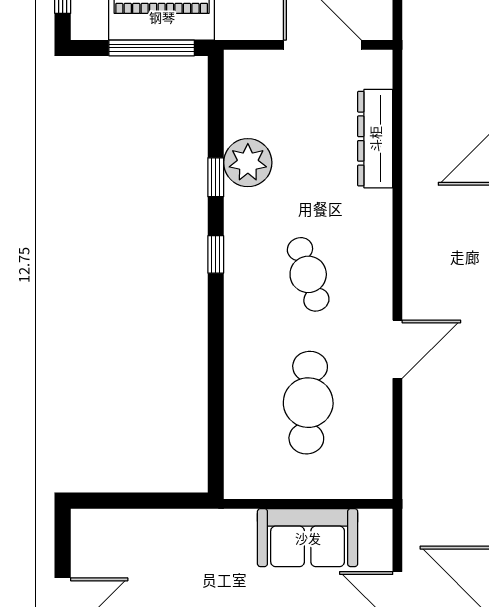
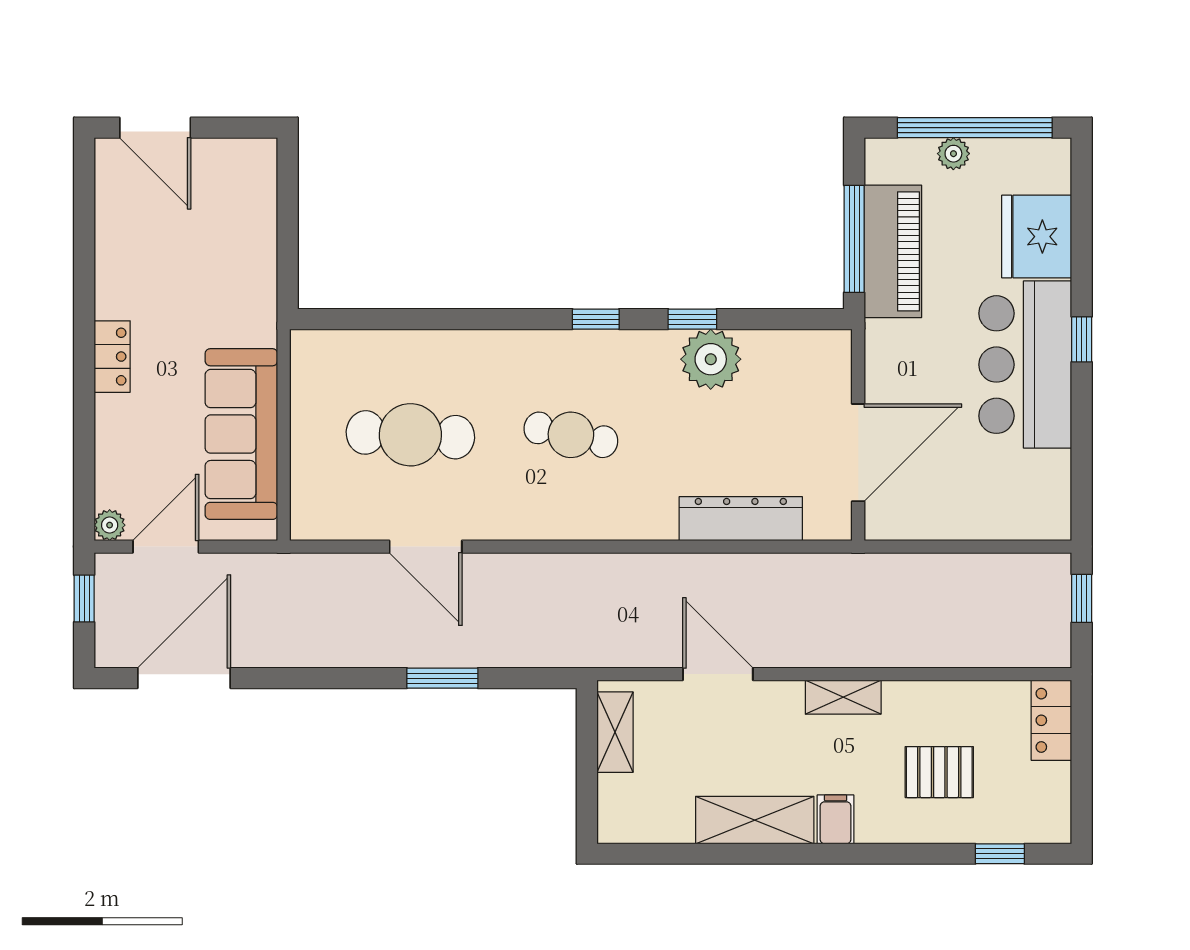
cafe table: (308, 274) -> (571, 435), turned 30
door: (397, 349) -> (426, 547), moved
sofa: (308, 538) -> (241, 434), width x1.36

